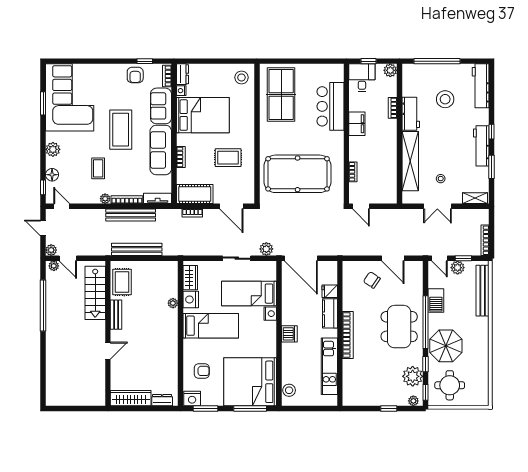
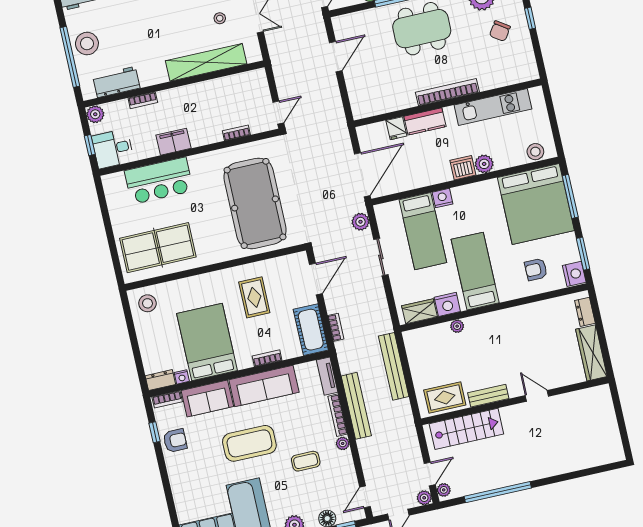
stool: (445, 99) -> (87, 44), moved
workbench: (411, 114) -> (116, 82), moved
bench: (137, 249) -> (394, 366), moved
chair: (372, 280) -> (500, 31), moved
plant: (289, 350) -> (484, 164), added
armchair: (202, 371) -> (536, 269), turned -90

